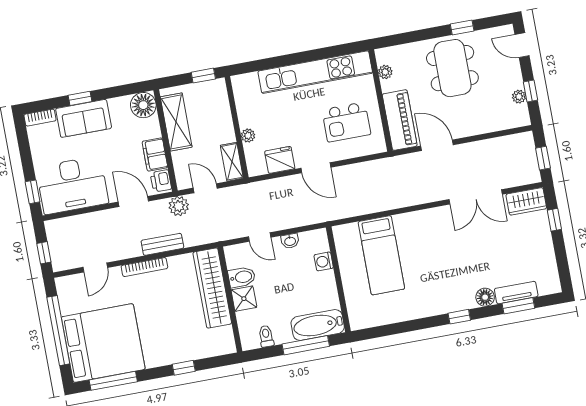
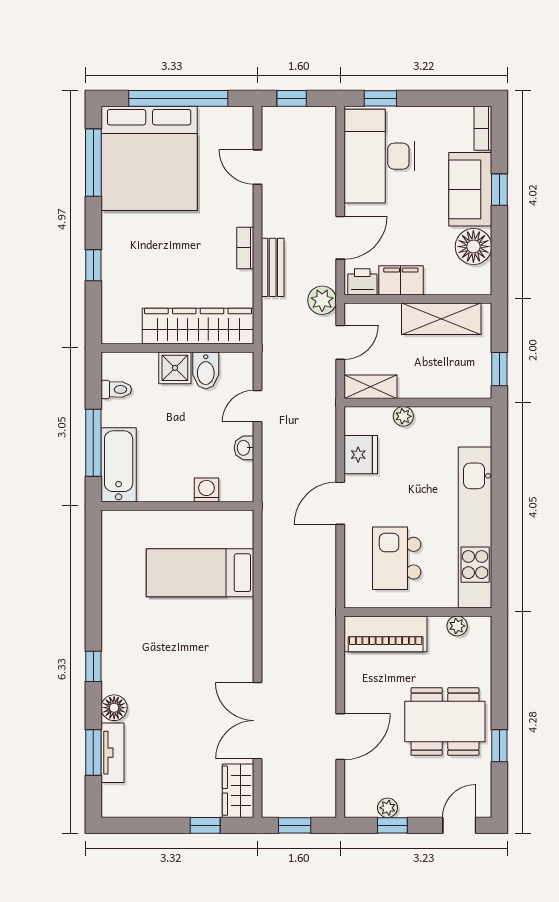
floor lamp: (143, 105) -> (473, 247), moved
door: (437, 145) -> (340, 737), moved
bookcase: (144, 267) -> (245, 248), width x0.64

